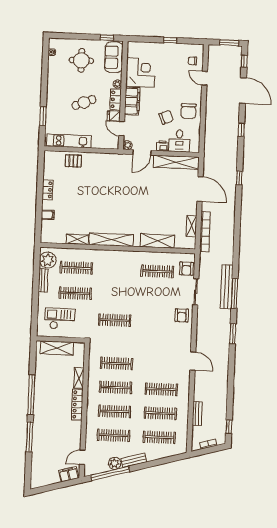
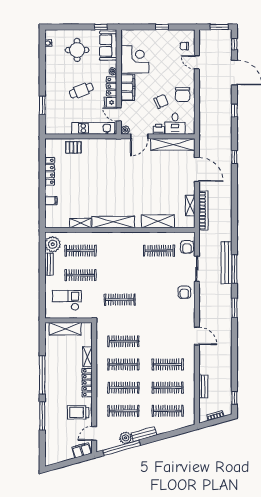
kitchen unit: (69, 141) -> (93, 128), moved
locker: (48, 190) -> (50, 171), width x1.53
trolley: (67, 435) -> (78, 412), added

